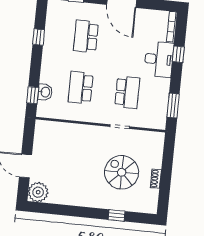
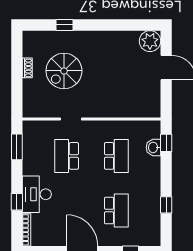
spiral stairs: (122, 172) -> (64, 71), turned 90

